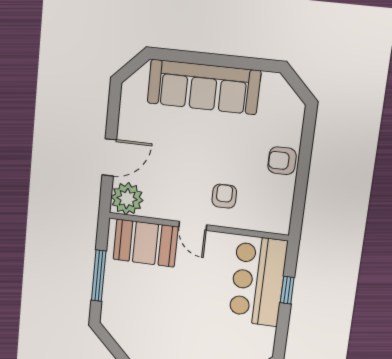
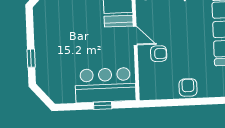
door: (193, 226) -> (135, 36), swing flipped

